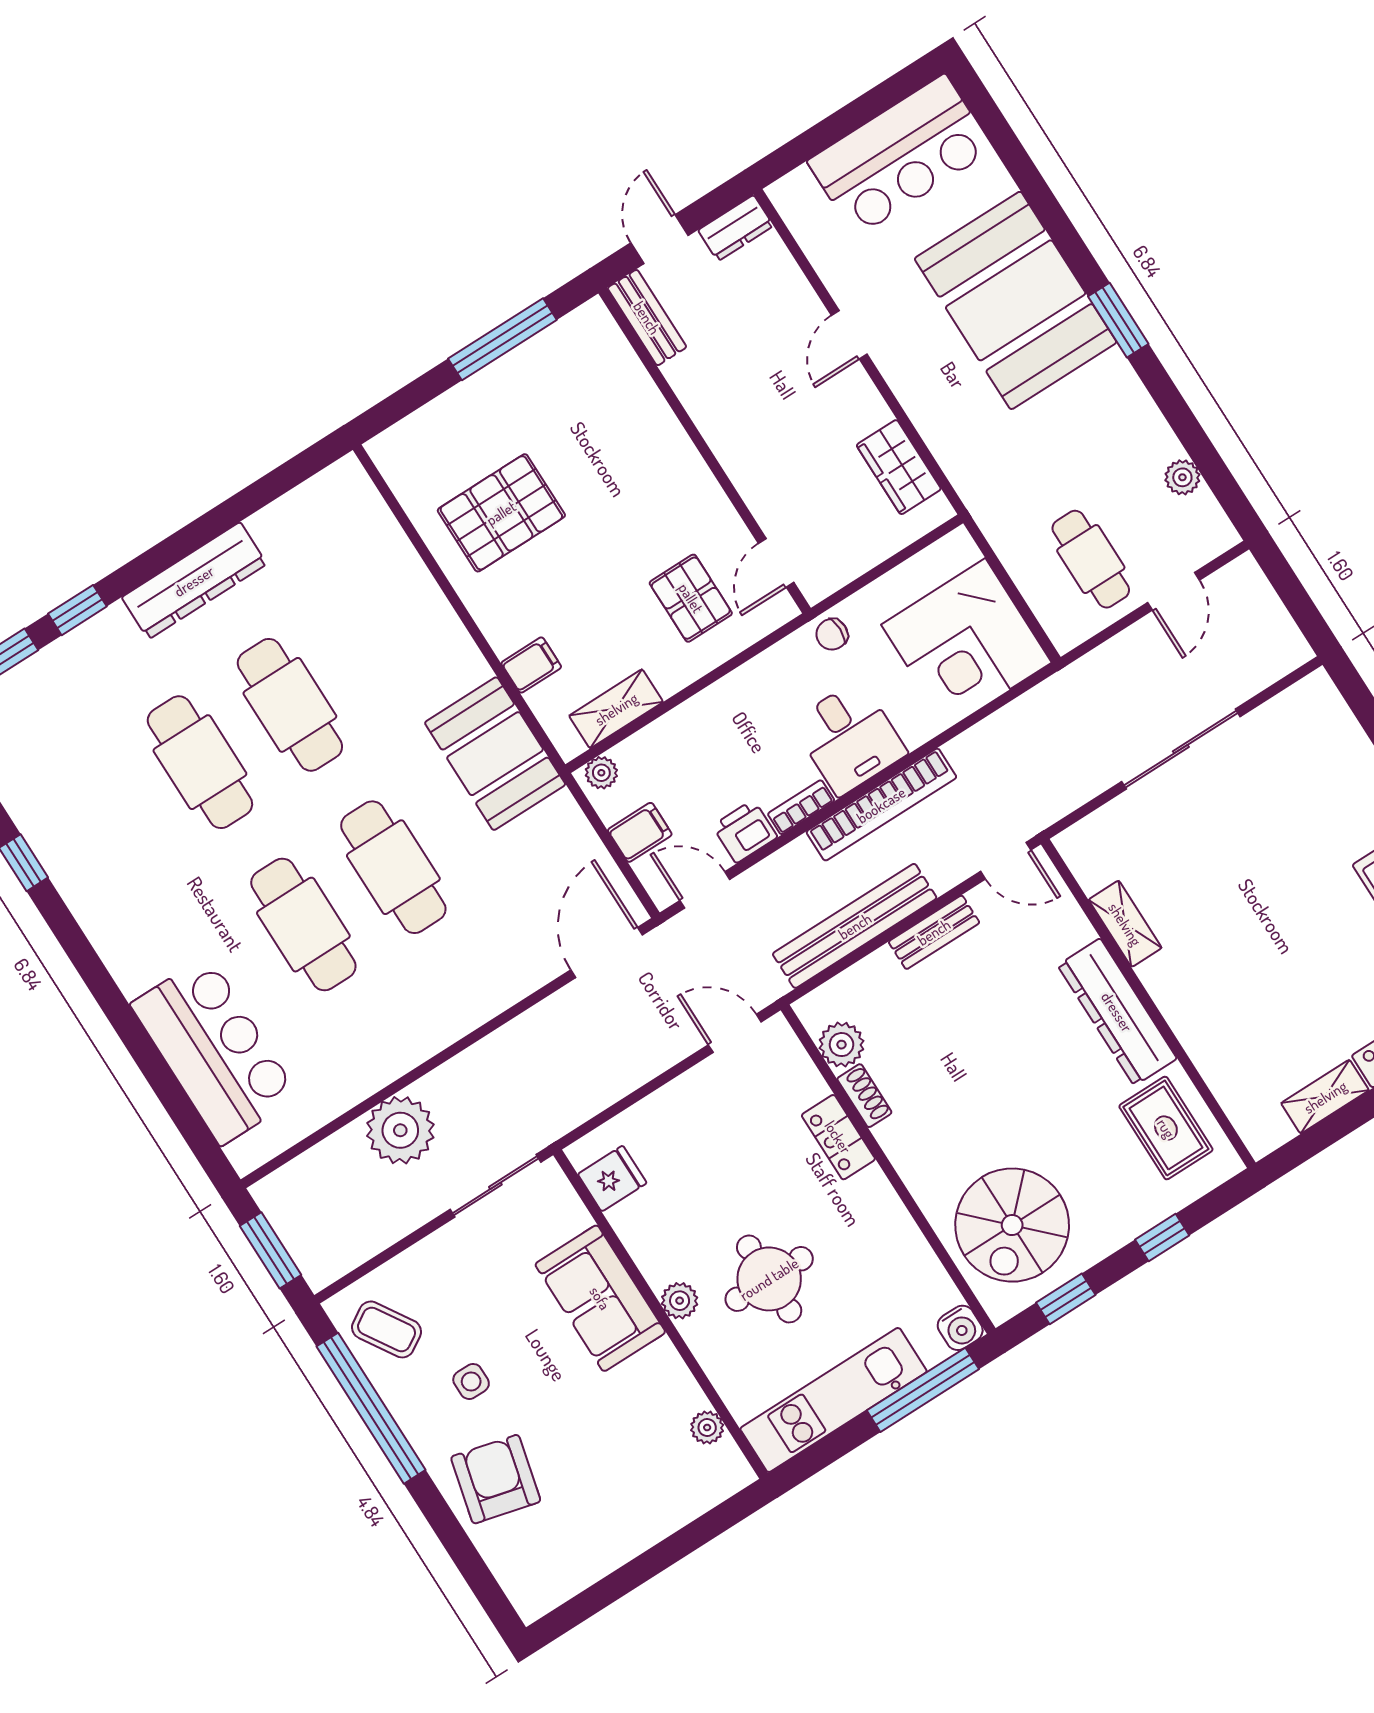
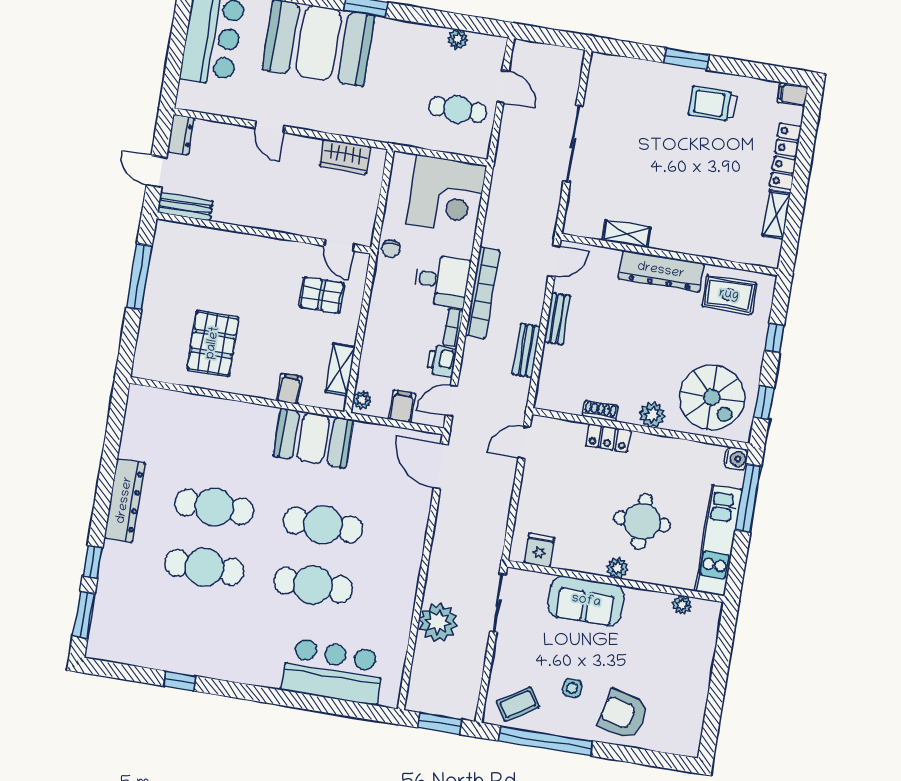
bench: (855, 926) -> (526, 351), width x0.54, depth x0.82
plant: (841, 1045) -> (652, 415), moved

